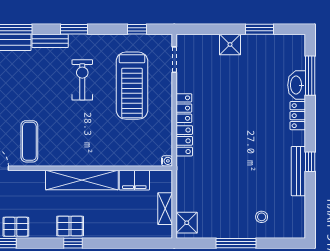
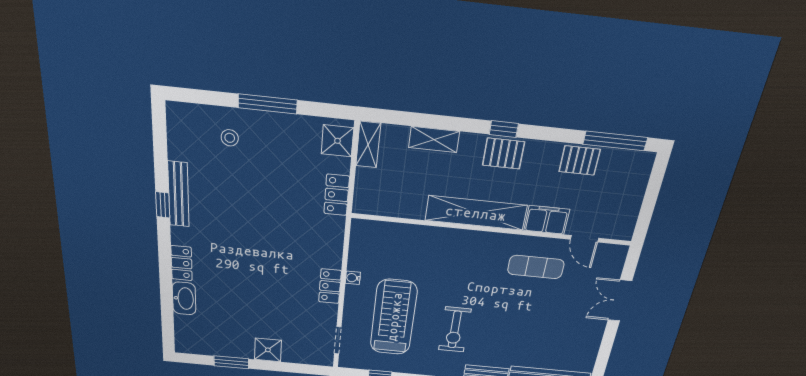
window: (310, 76) -> (167, 307), removed
exercise mat: (29, 141) -> (536, 267), turned 90
locker: (184, 141) -> (337, 195), moved
water cooler: (167, 161) -> (353, 278), moved
filing cabinet: (134, 180) -> (547, 220), moved
shelving: (165, 209) -> (368, 145), moved
shelving: (120, 231) -> (434, 140), added

